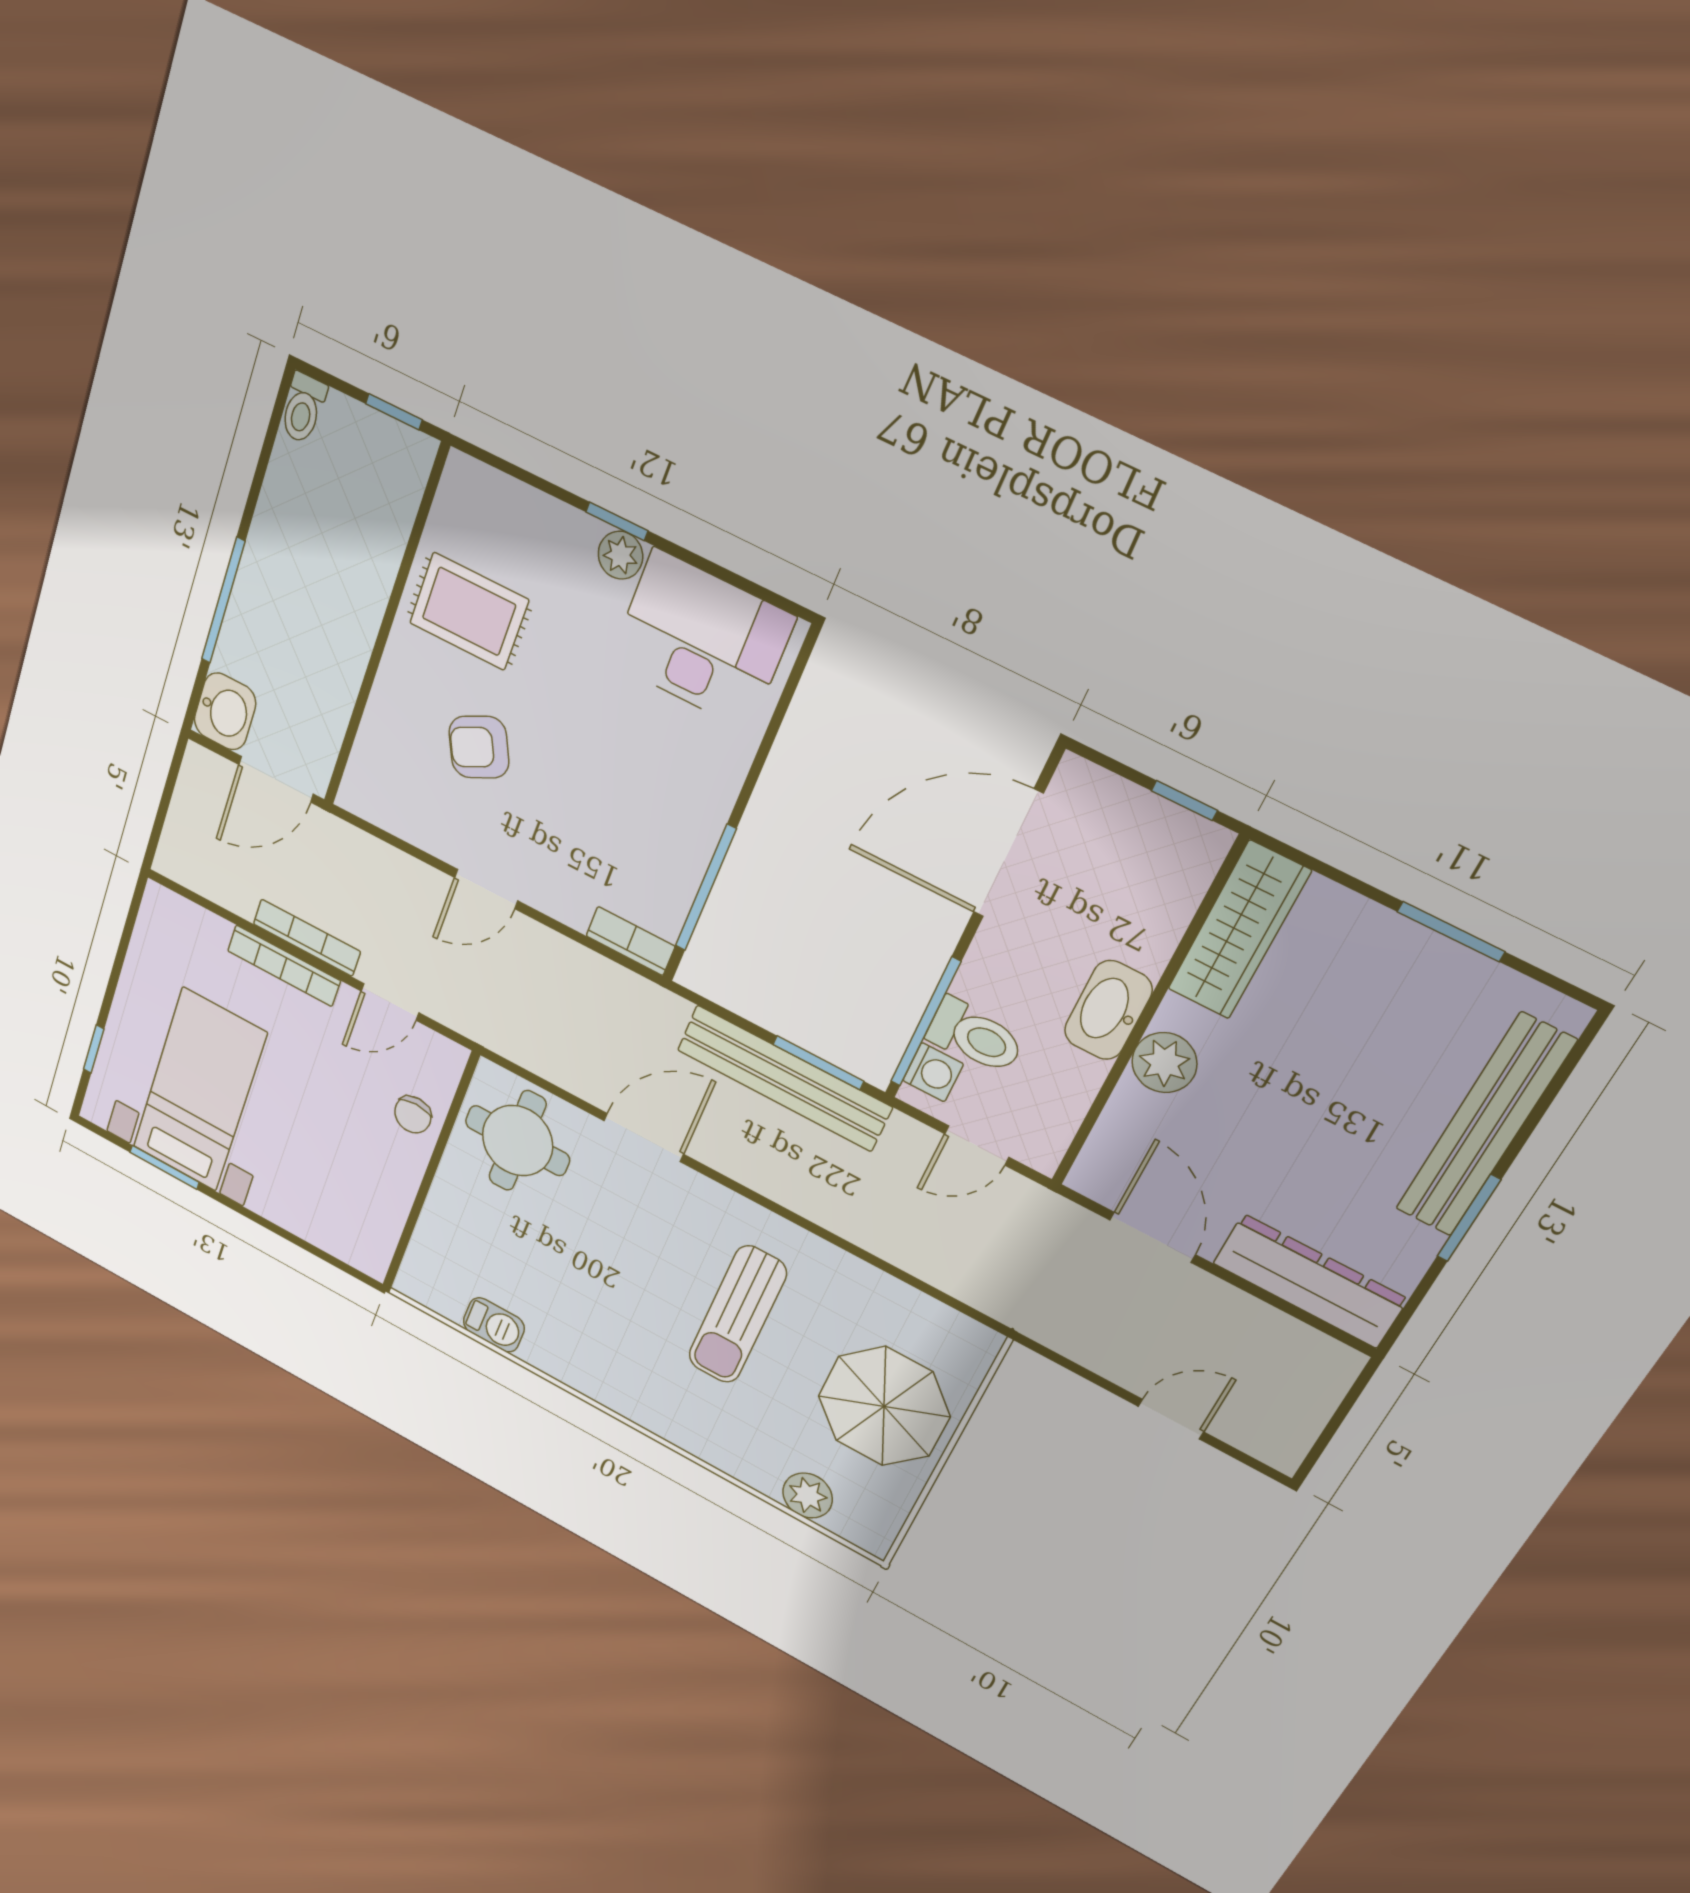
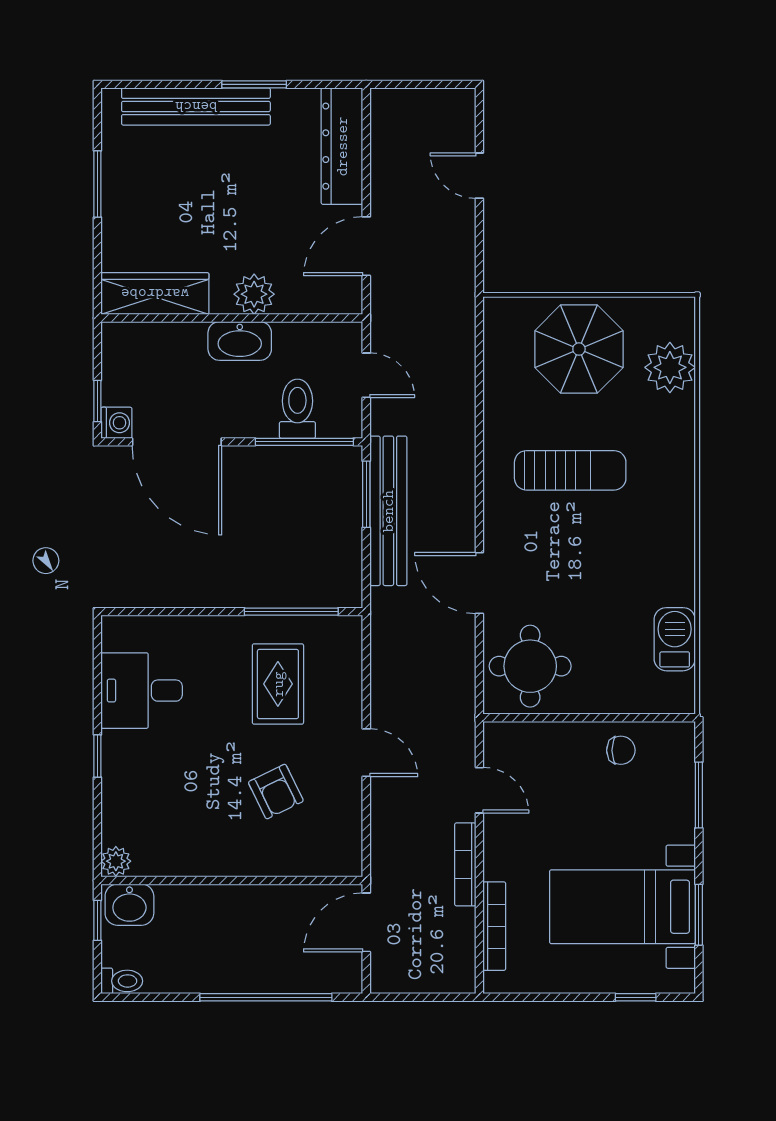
plant: (620, 555) -> (116, 861), moved
window: (223, 601) -> (266, 997), width x1.46
rug: (469, 611) -> (278, 684), moved
desk: (702, 640) -> (142, 691), width x0.73
washbasin: (225, 711) -> (129, 905), moved, turned 180
door: (276, 779) -> (366, 922), swing flipped
window: (1184, 800) -> (97, 401), moved
bookcase: (630, 941) -> (351, 645), removed
bookcase: (284, 966) -> (494, 926), moved
washing machine: (933, 1072) -> (116, 423), moved, turned 90
chair: (413, 1115) -> (621, 750), moved
window: (298, 1241) -> (699, 795), added
barbecue: (494, 1325) -> (675, 639), width x1.38, depth x1.27
plant: (808, 1496) -> (670, 367), width x1.36, depth x1.36

